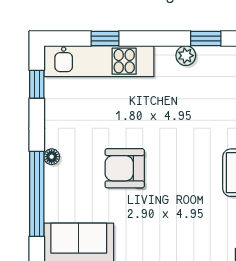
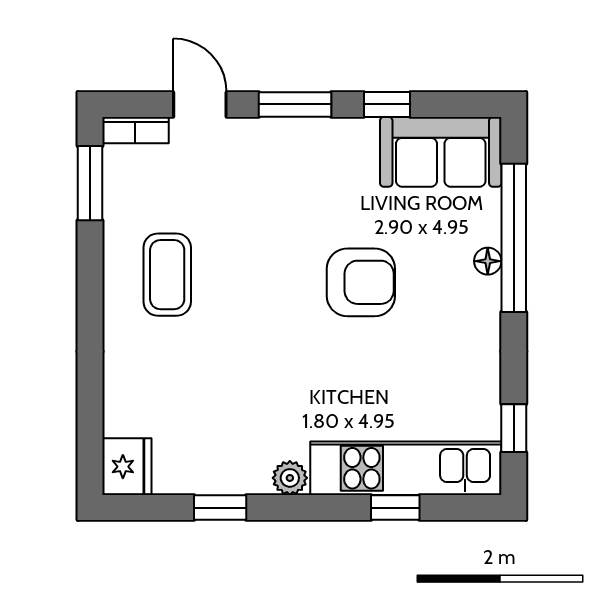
plant: (186, 56) -> (290, 478), moved
floor lamp: (52, 157) -> (488, 261), moved

